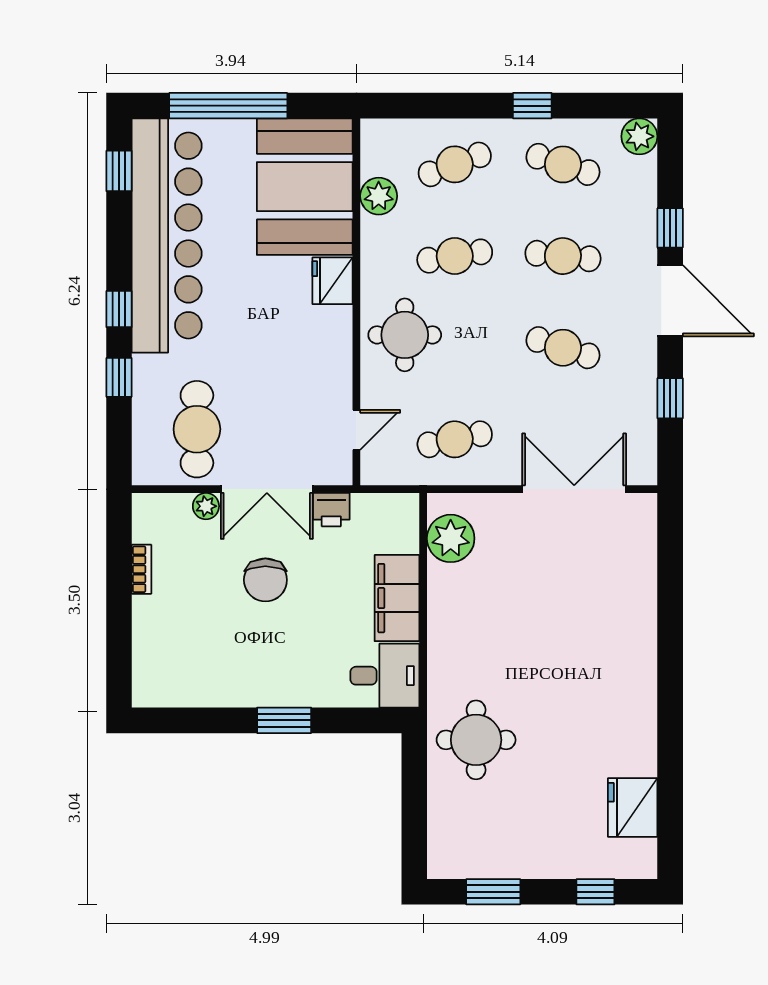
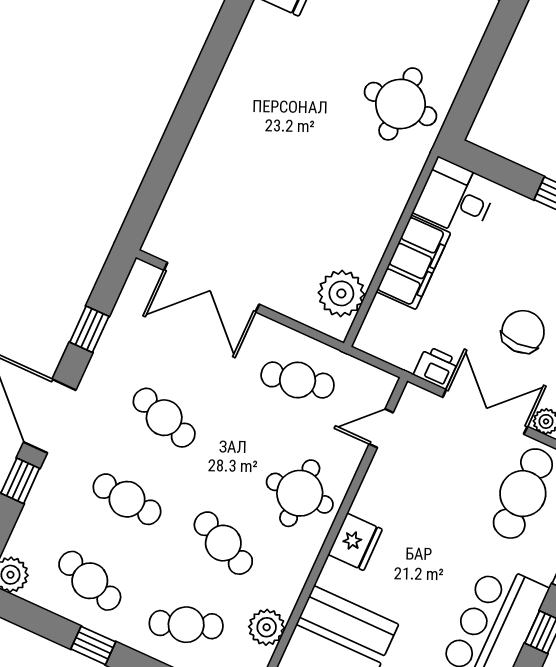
cafe table: (455, 256) -> (223, 543), turned 33
fridge: (333, 281) -> (355, 542), moved

